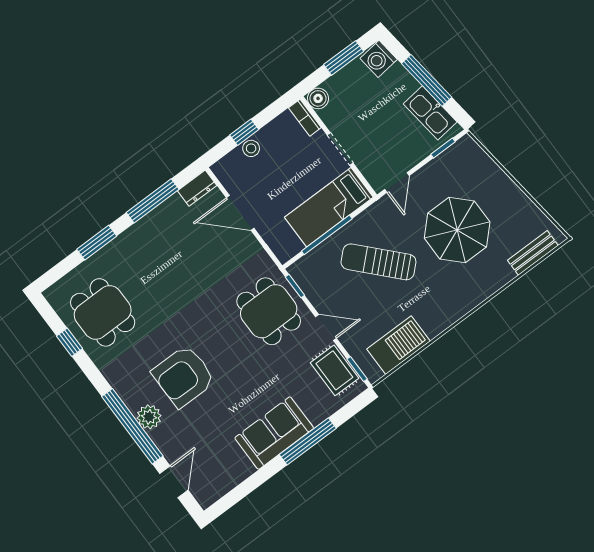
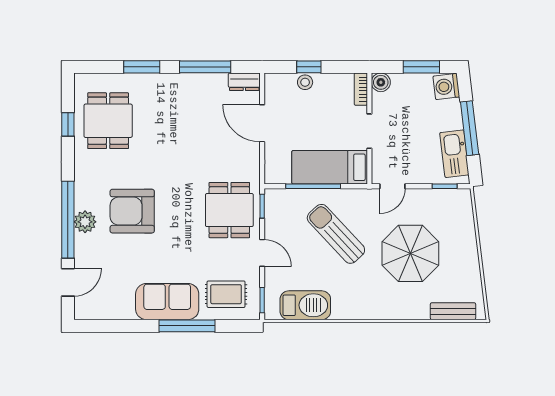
rug: (334, 370) -> (226, 294), moved, turned 90

